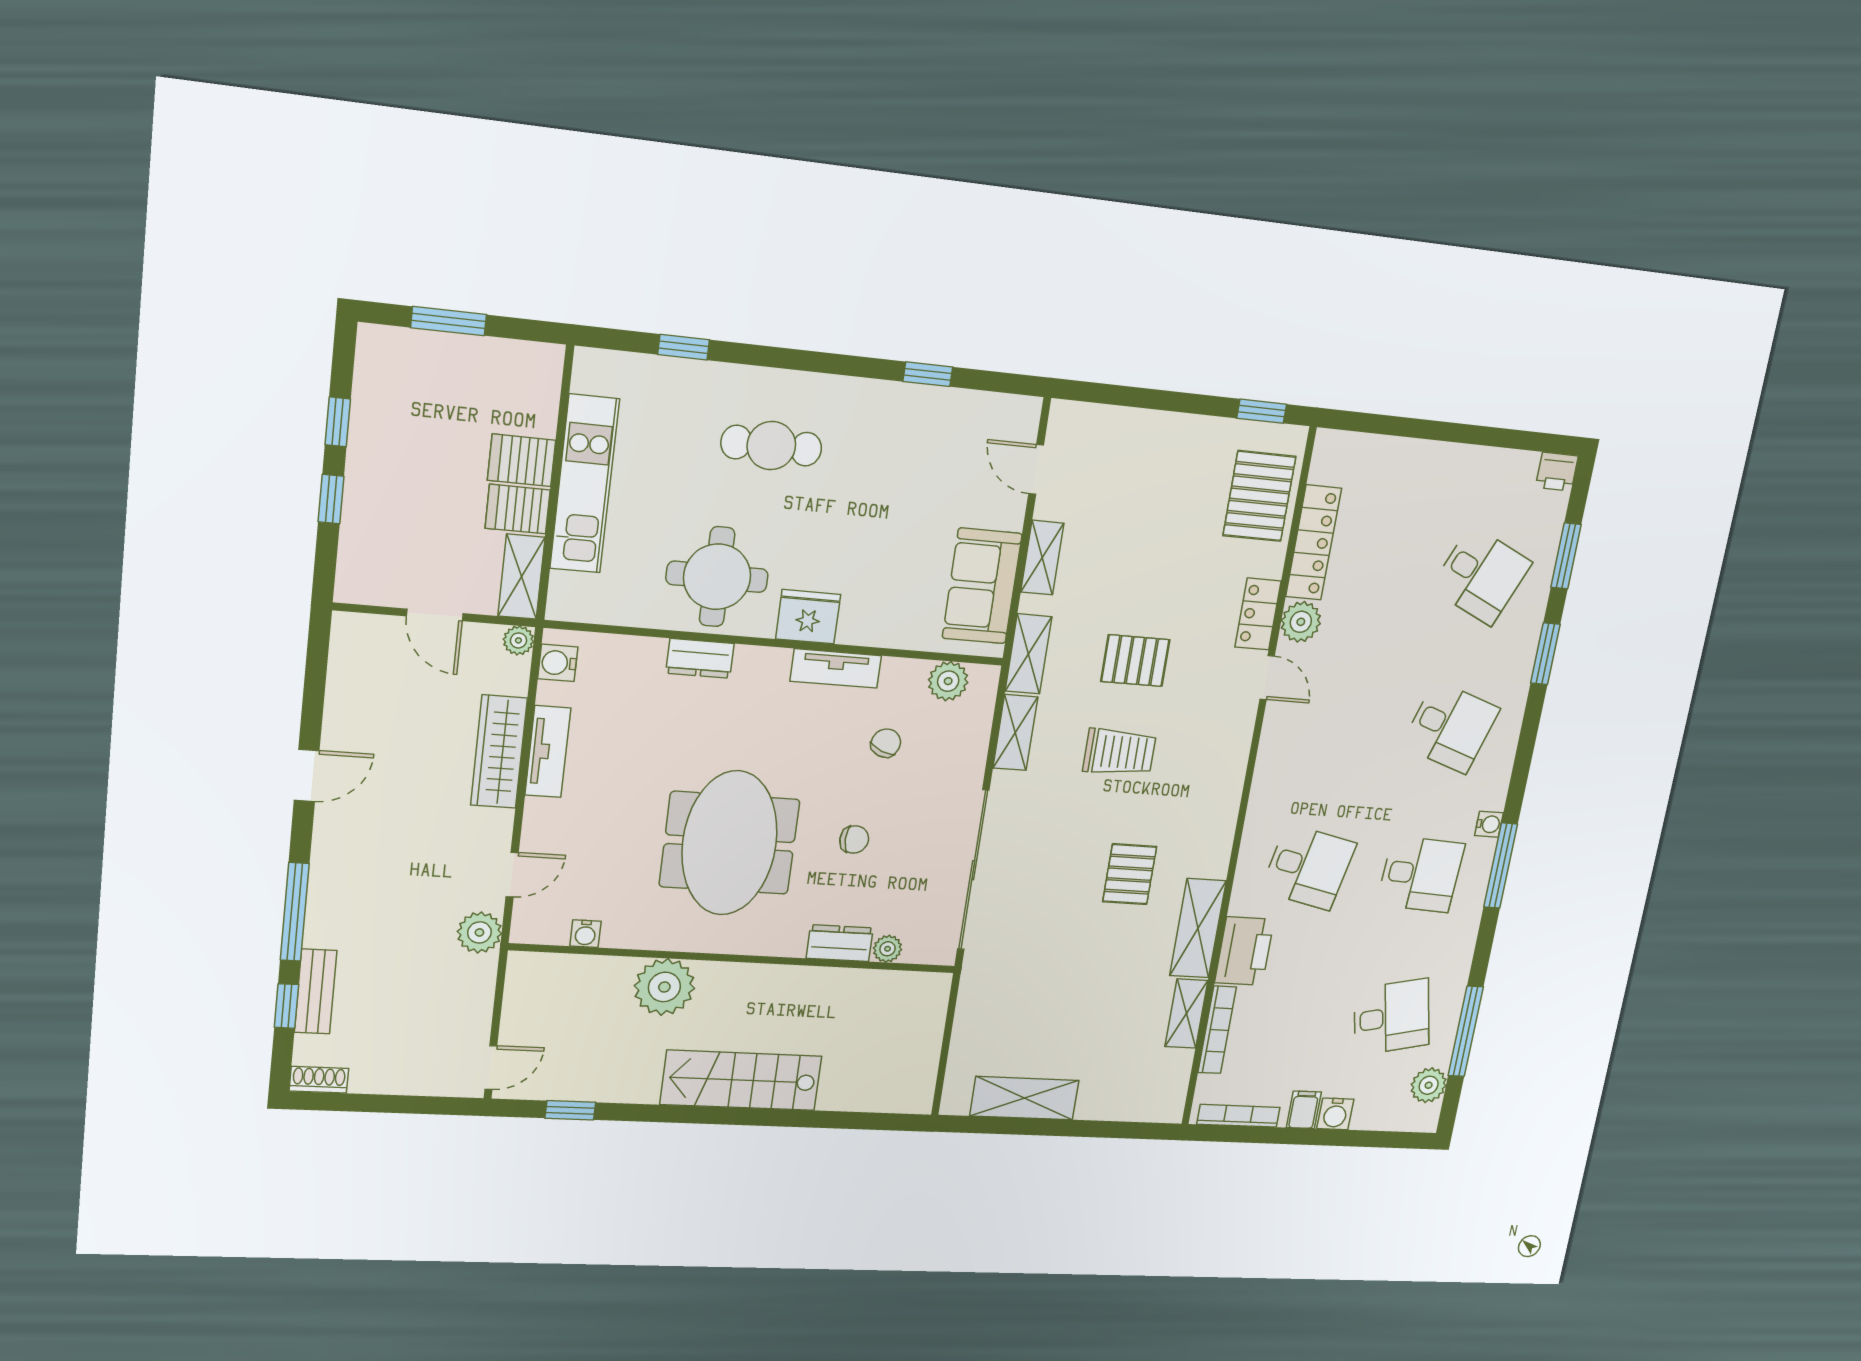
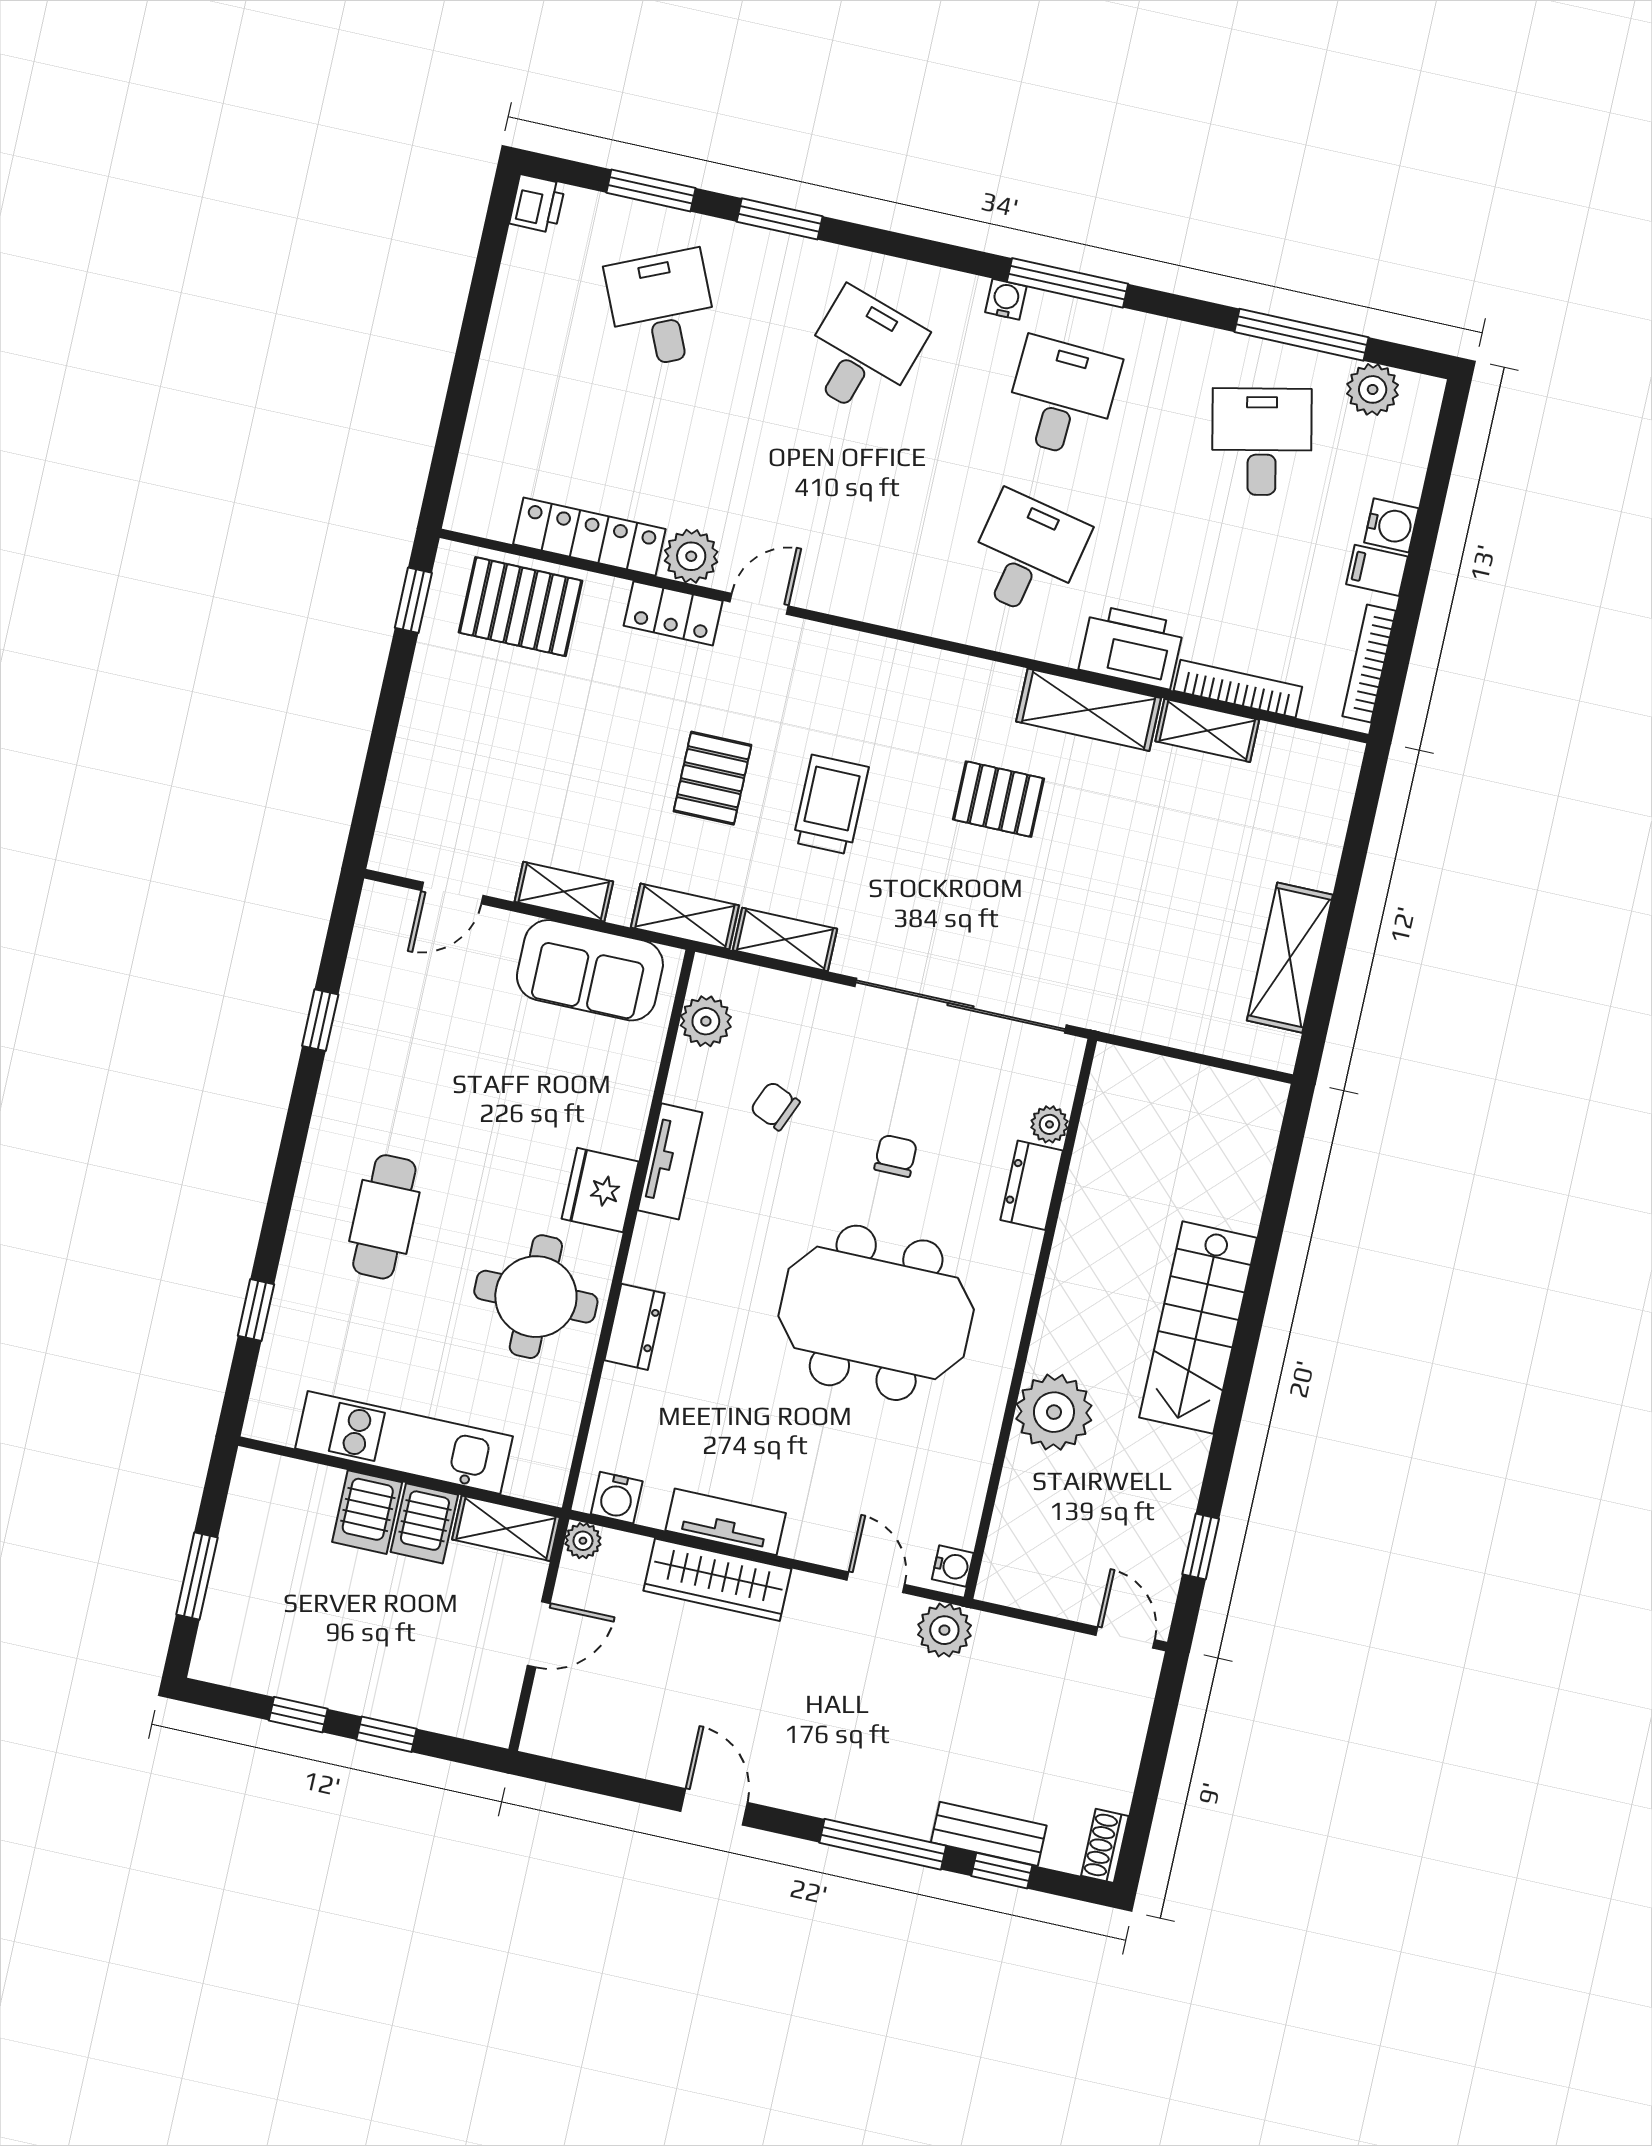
desk: (1481, 575) -> (662, 309), turned -48
water cooler: (585, 934) -> (953, 1566), moved

